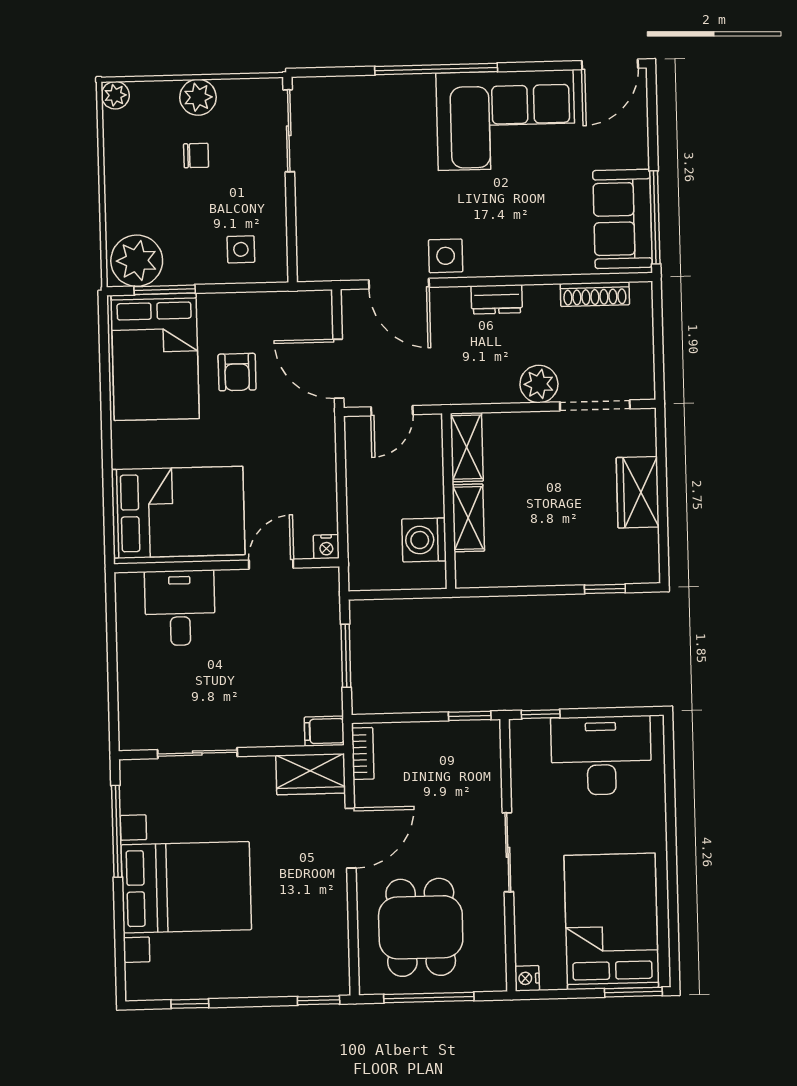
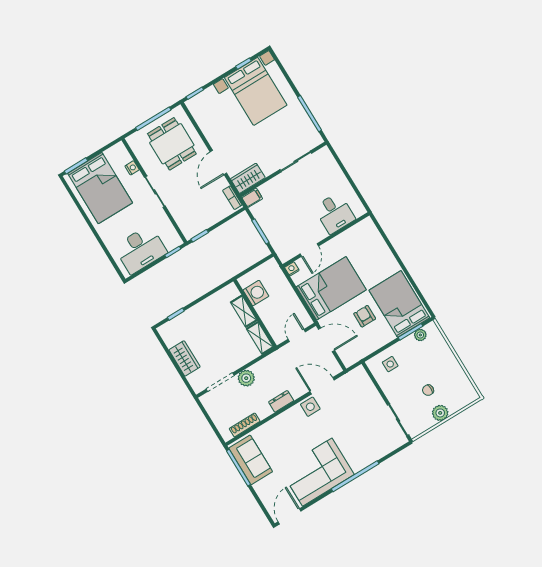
plant: (115, 95) -> (472, 395), removed
plant: (137, 261) -> (420, 335), width x0.53, depth x0.53
bed: (178, 512) -> (331, 288), moved, turned 180
bed with nightstands: (186, 887) -> (256, 91), moved, turned -90
nightstand: (527, 978) -> (132, 168), moved

